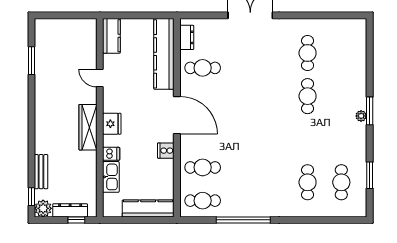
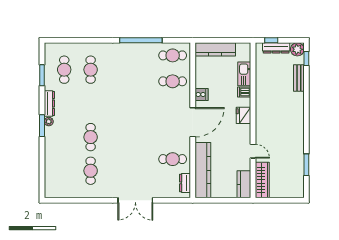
door: (177, 115) -> (193, 122), swing flipped
wardrobe: (88, 127) -> (262, 180), moved
dresser: (360, 139) -> (49, 104), added

